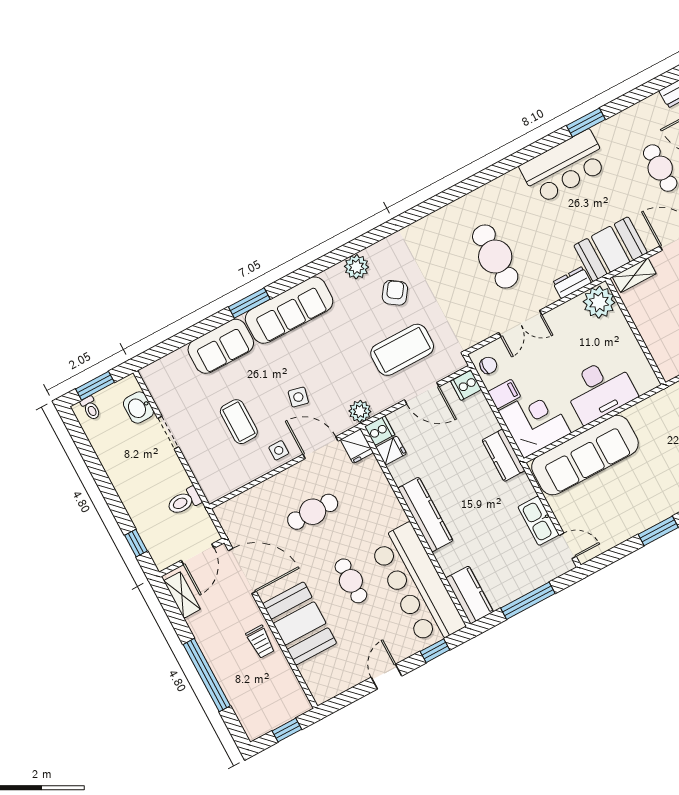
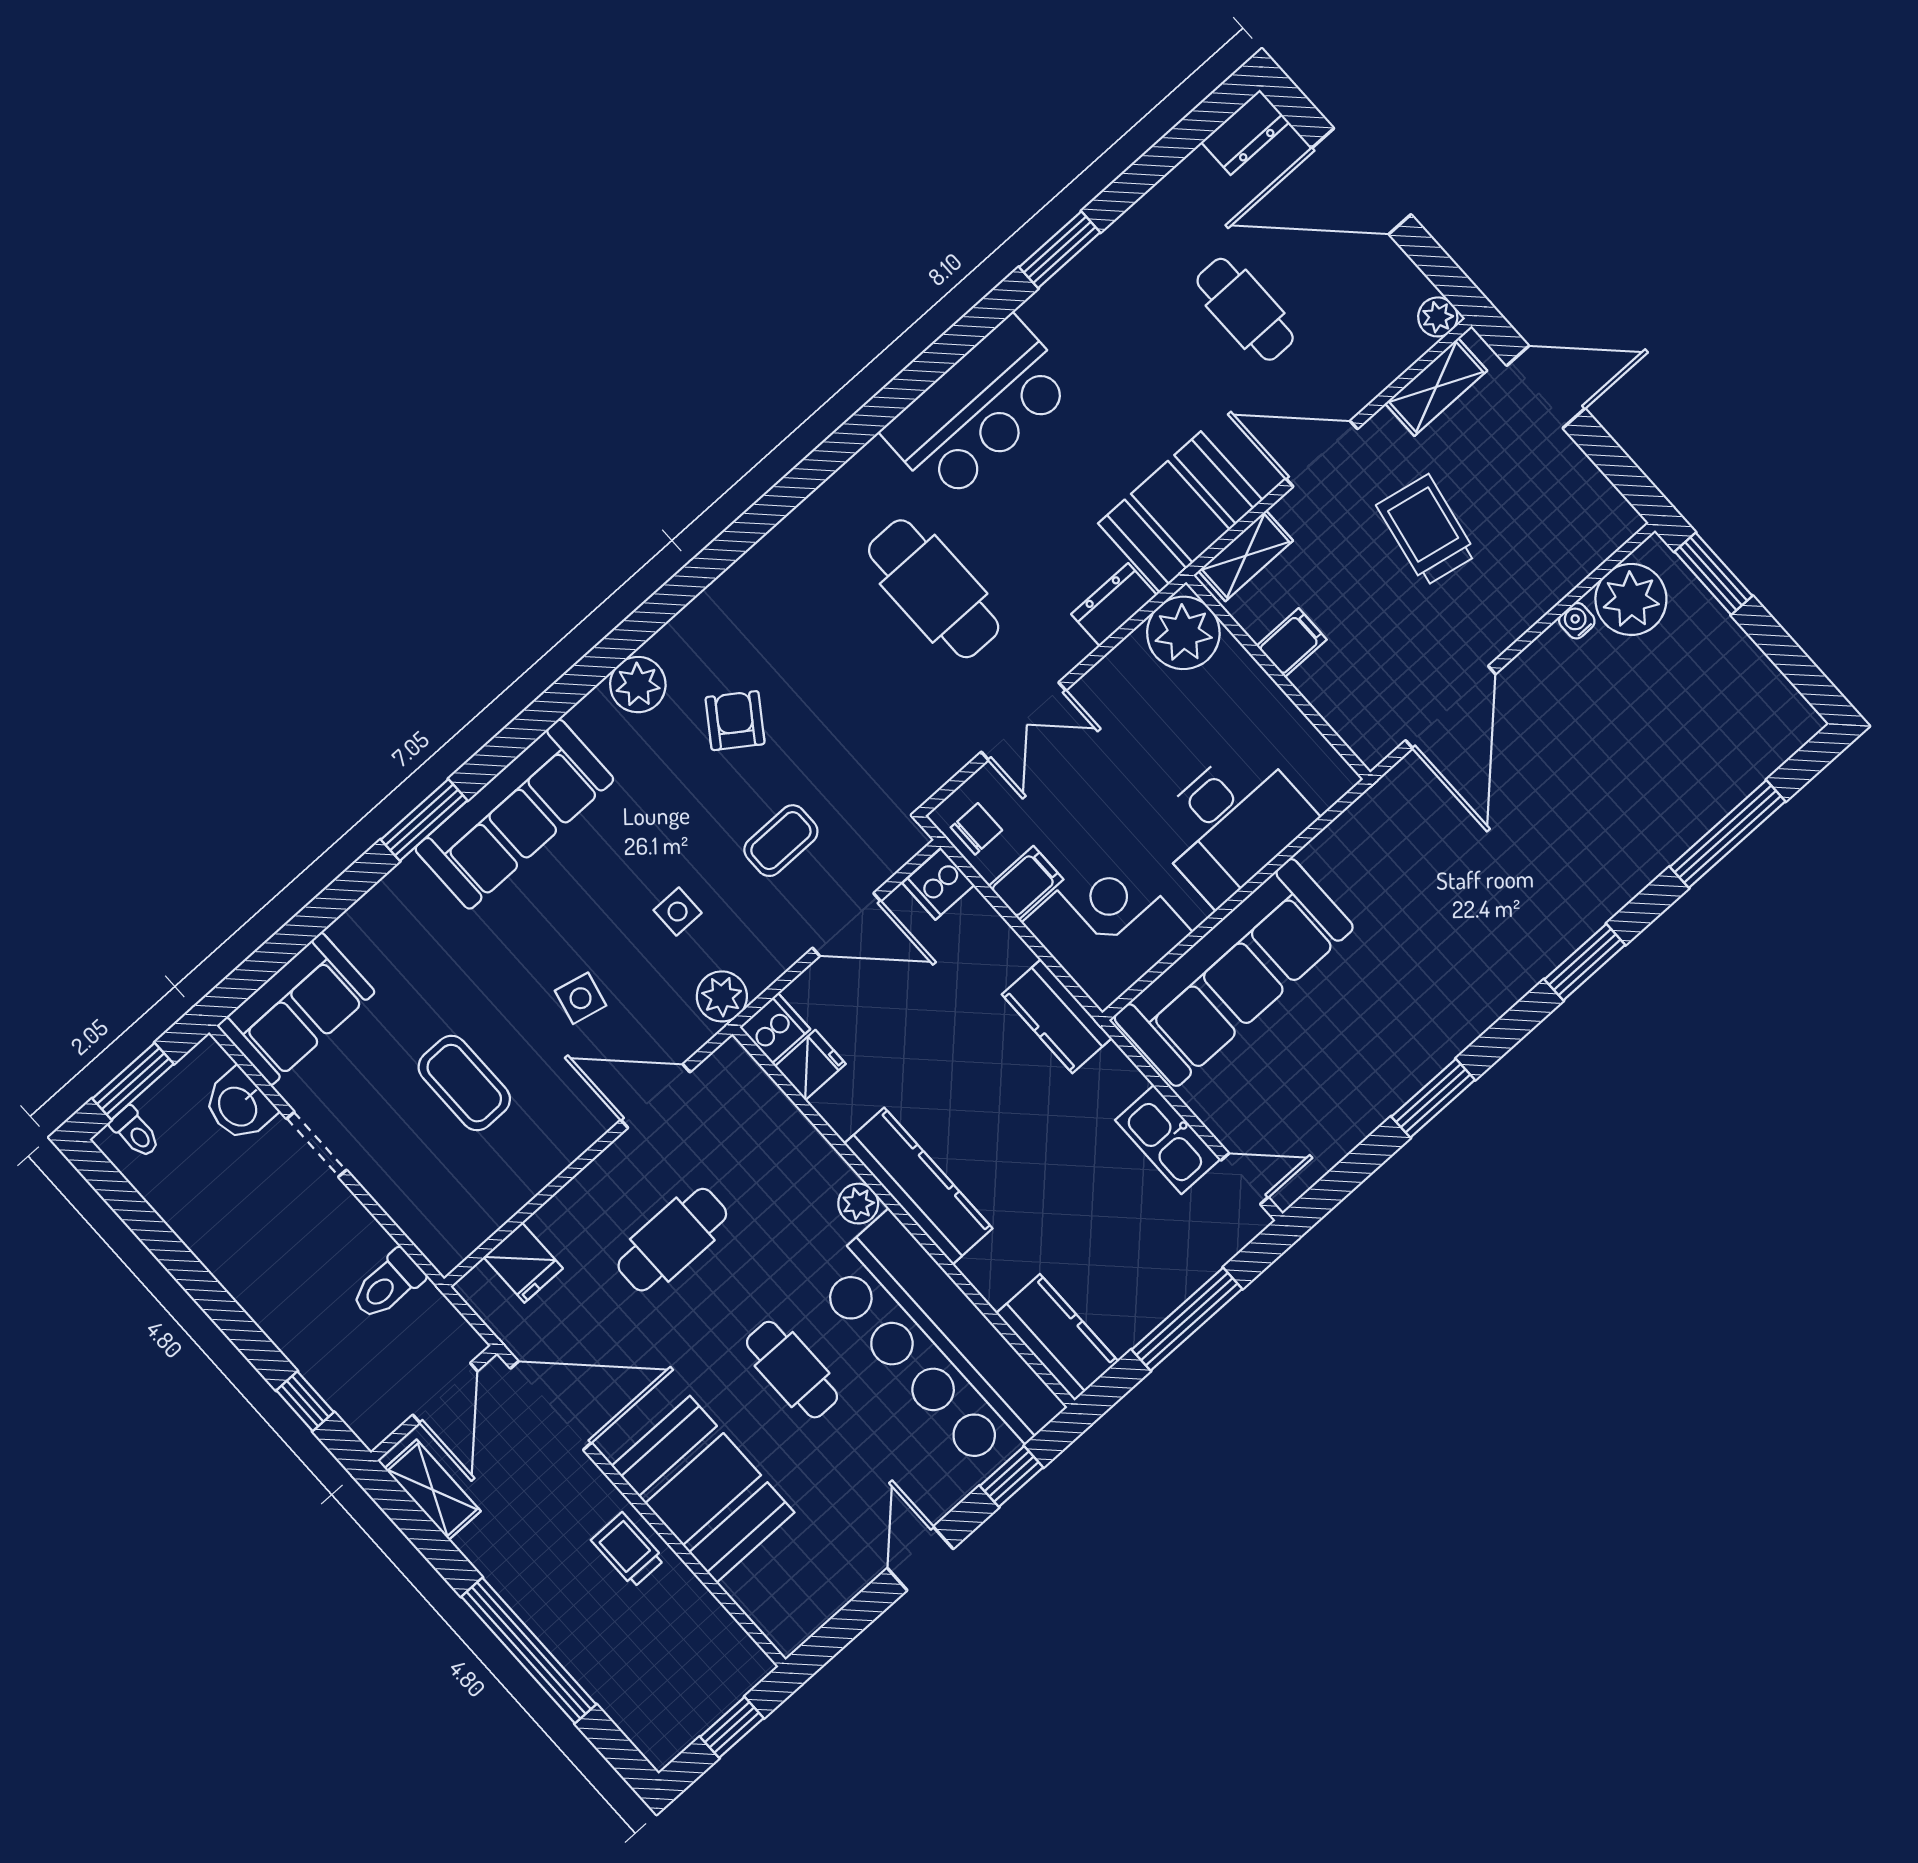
bar counter: (564, 167) -> (979, 409), moved
filing cabinet: (645, 318) -> (1292, 643), added
sofa: (221, 346) -> (296, 1009), moved
coffee table: (402, 350) -> (781, 841), width x0.54, depth x0.58
fridge: (357, 446) -> (523, 1263), moved
side table: (279, 450) -> (678, 912), moved
plant: (397, 516) -> (858, 1204), added
trolley: (260, 642) -> (628, 1550), turned 180

